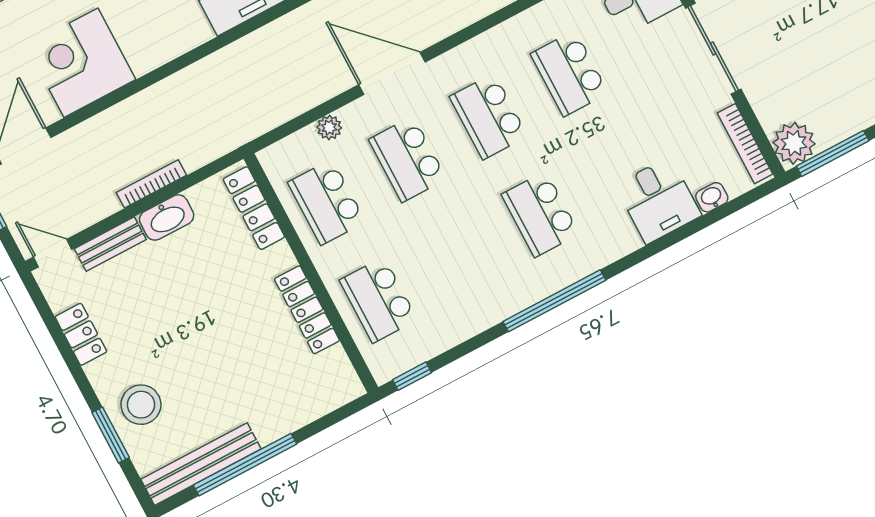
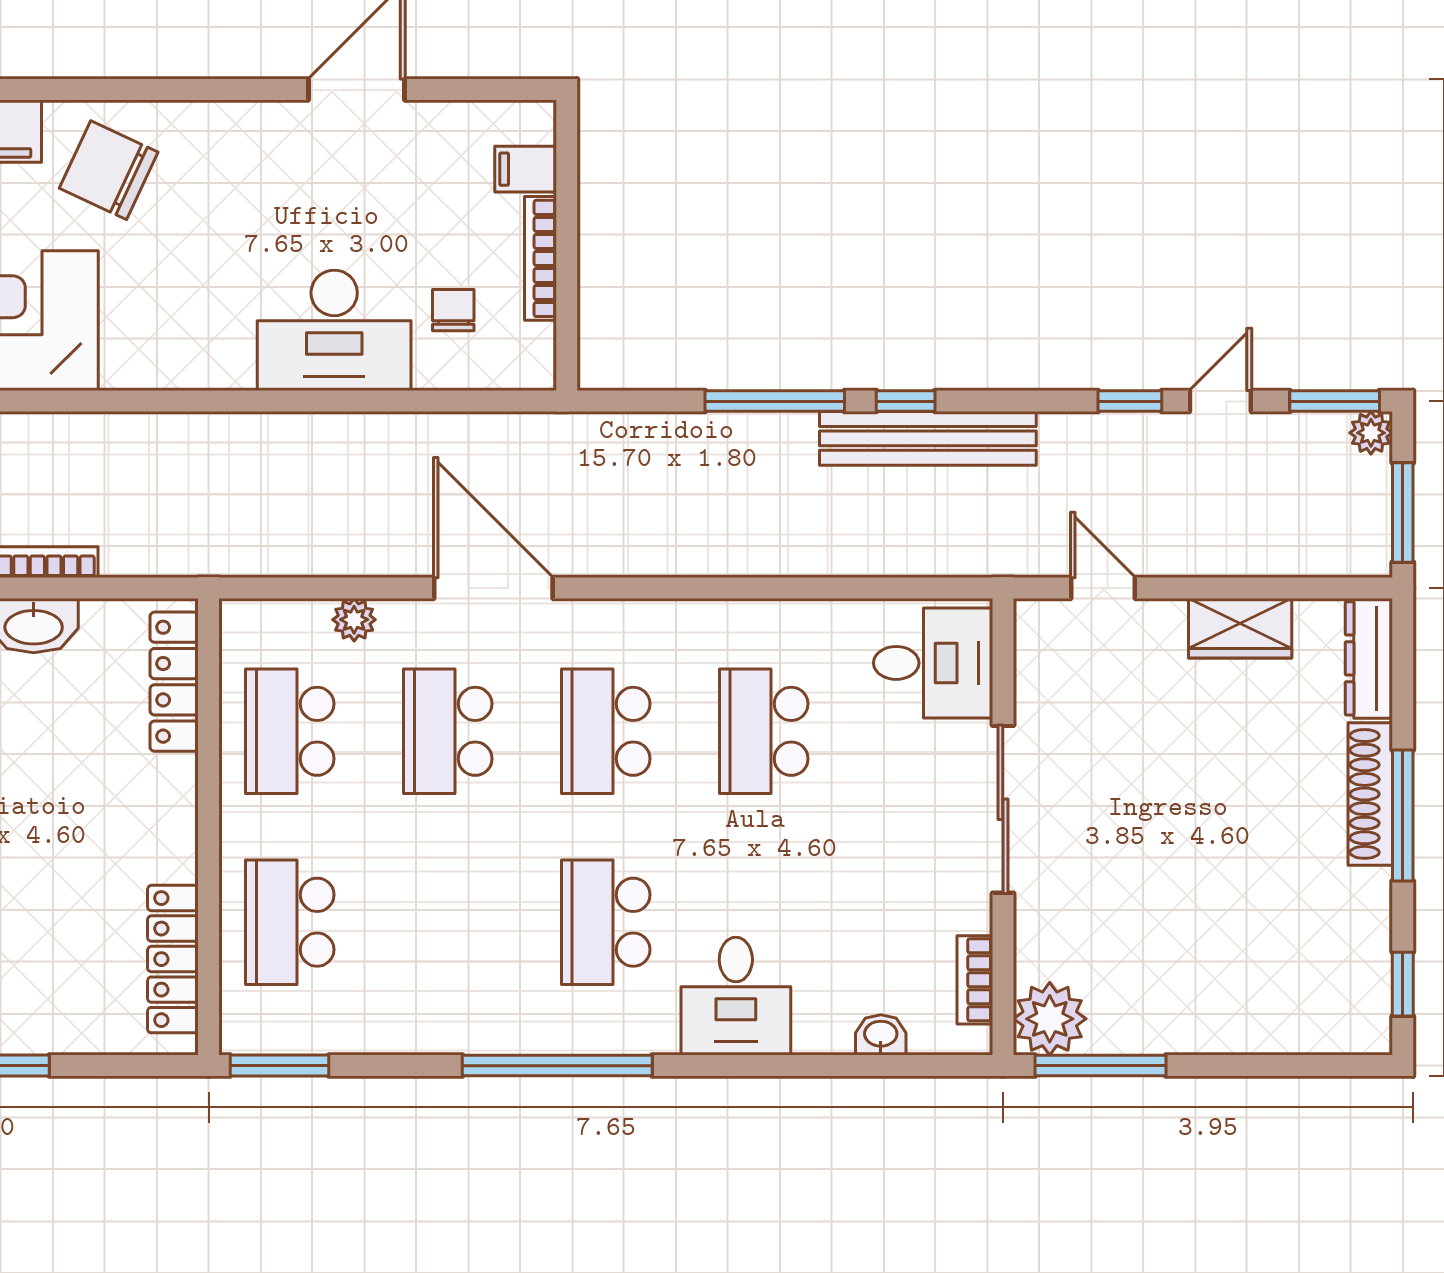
bookcase: (745, 144) -> (975, 980), width x0.64
desk: (658, 200) -> (736, 996), moved
locker: (307, 310) -> (173, 959), moved
window: (412, 376) -> (280, 1066), width x1.50

